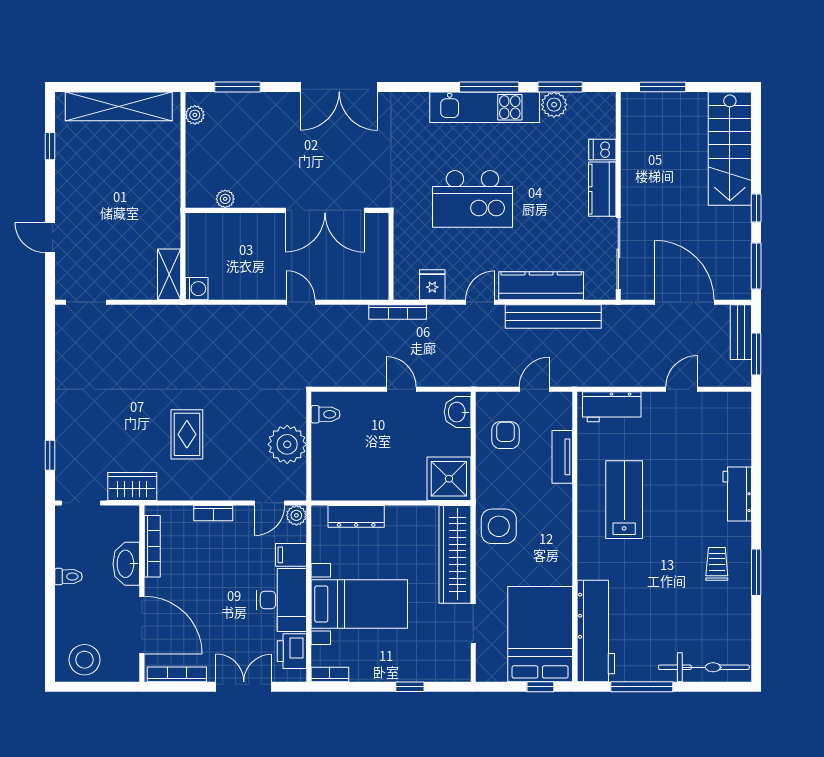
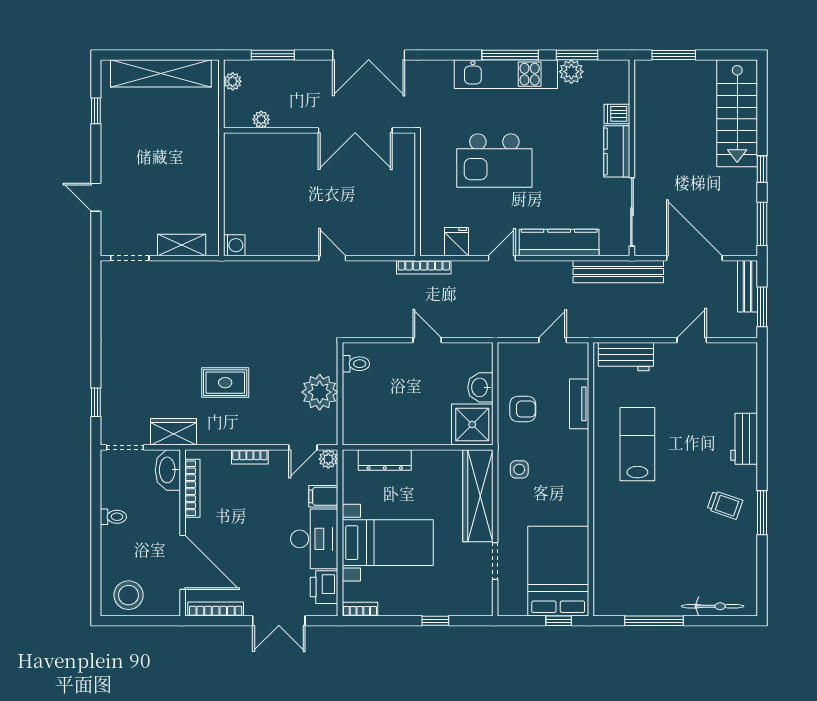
plant: (225, 199) -> (261, 119), moved
wall: (287, 210) -> (319, 130), moved
double door: (325, 210) -> (355, 130), moved
shelving: (169, 274) -> (182, 245), moved, turned 90
bench: (553, 317) -> (618, 272), moved
washbasin: (458, 412) -> (480, 387), moved
rug: (187, 434) -> (225, 383), turned 90
armchair: (506, 435) -> (523, 409), moved, turned 90
side table: (499, 526) -> (519, 469), width x0.54, depth x0.54
washbasin: (126, 564) -> (168, 470), moved
trolley: (717, 564) -> (725, 505), turned 109
workbench: (596, 631) -> (611, 568), removed
bicycle: (704, 667) -> (713, 606), width x0.73, depth x0.71
double door: (244, 687) -> (279, 621), swing flipped

